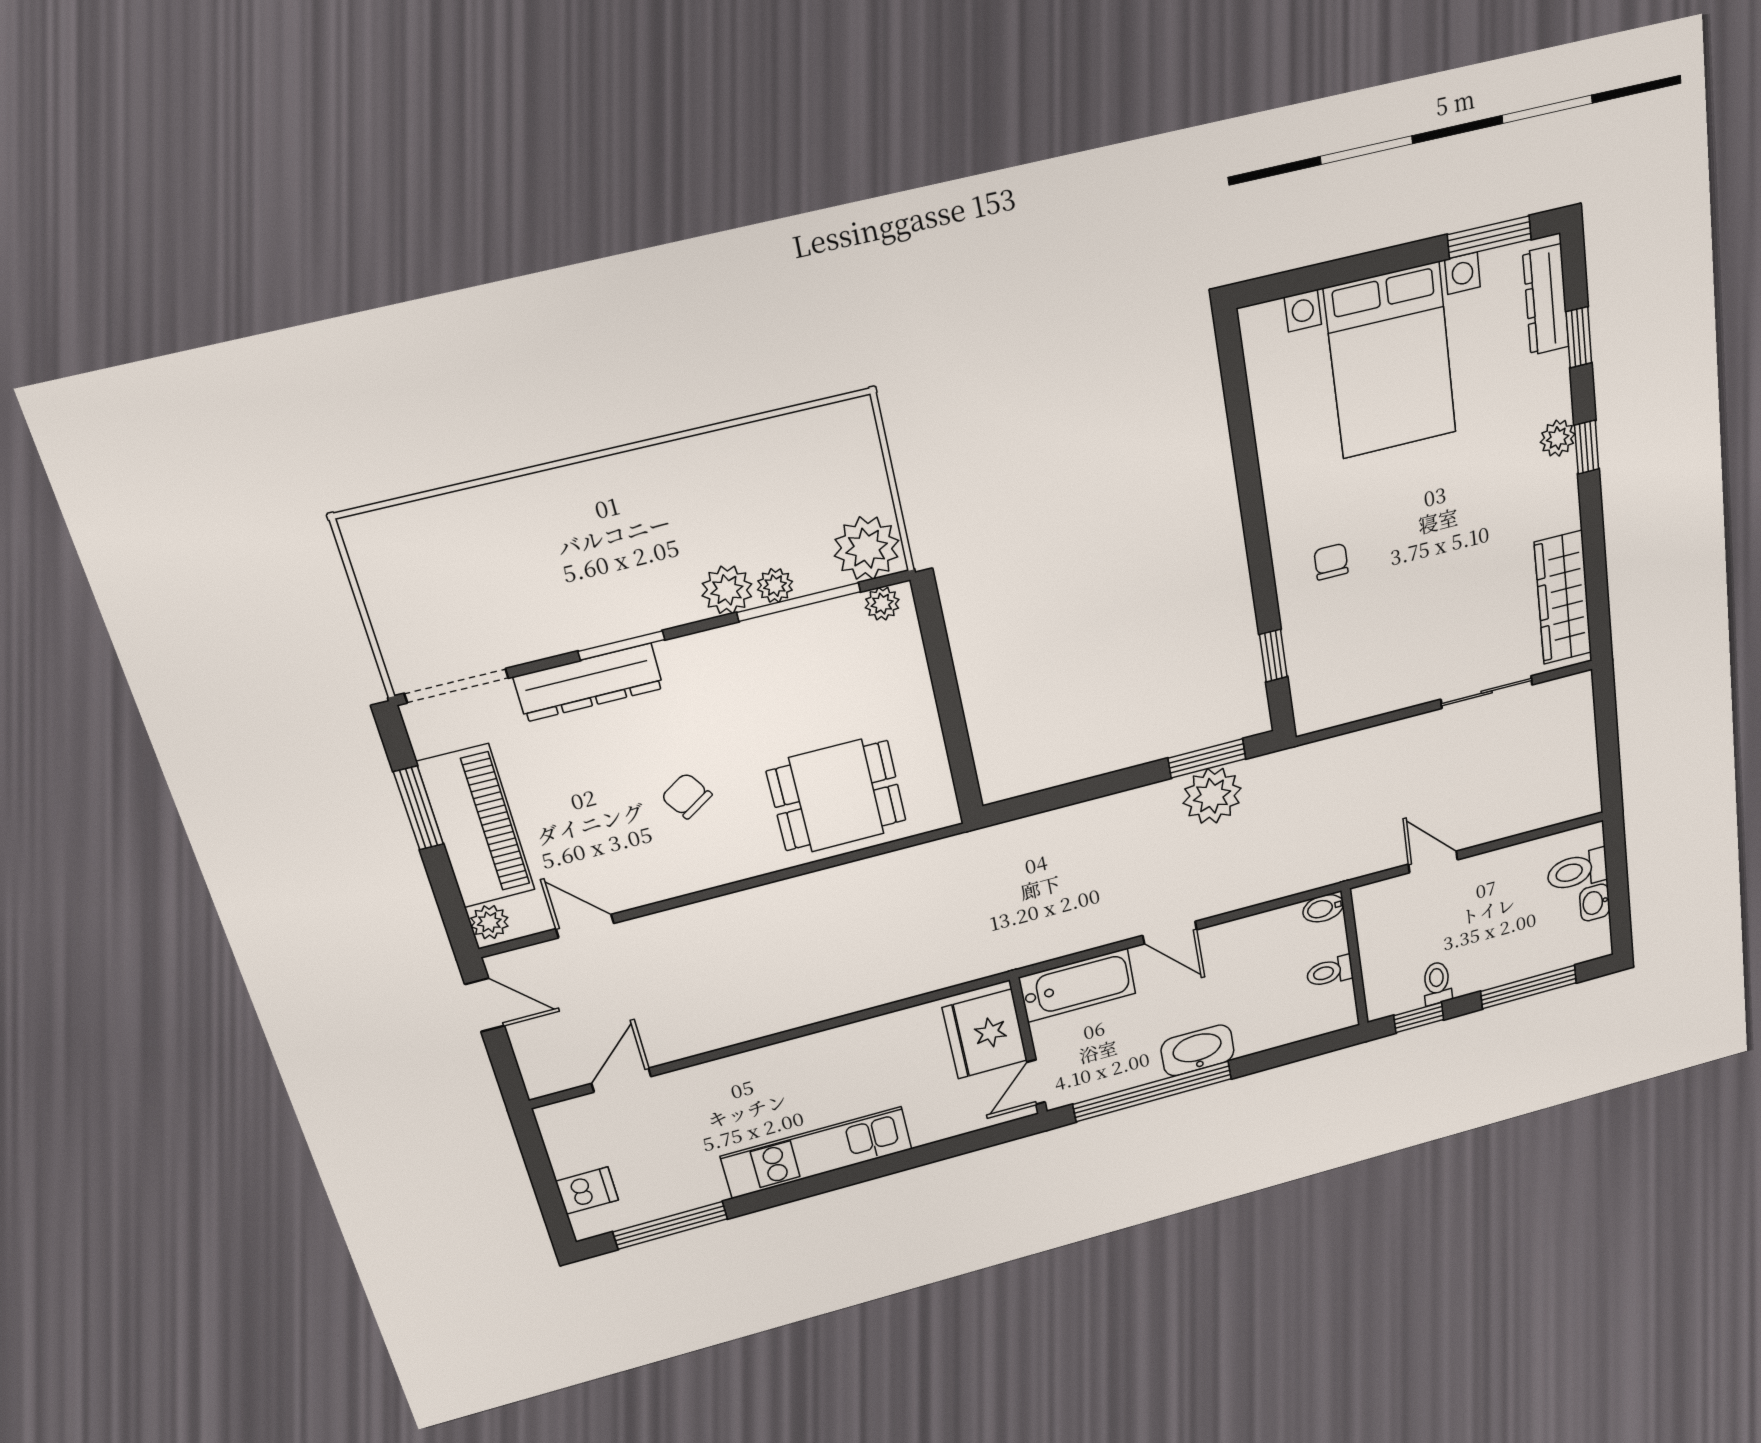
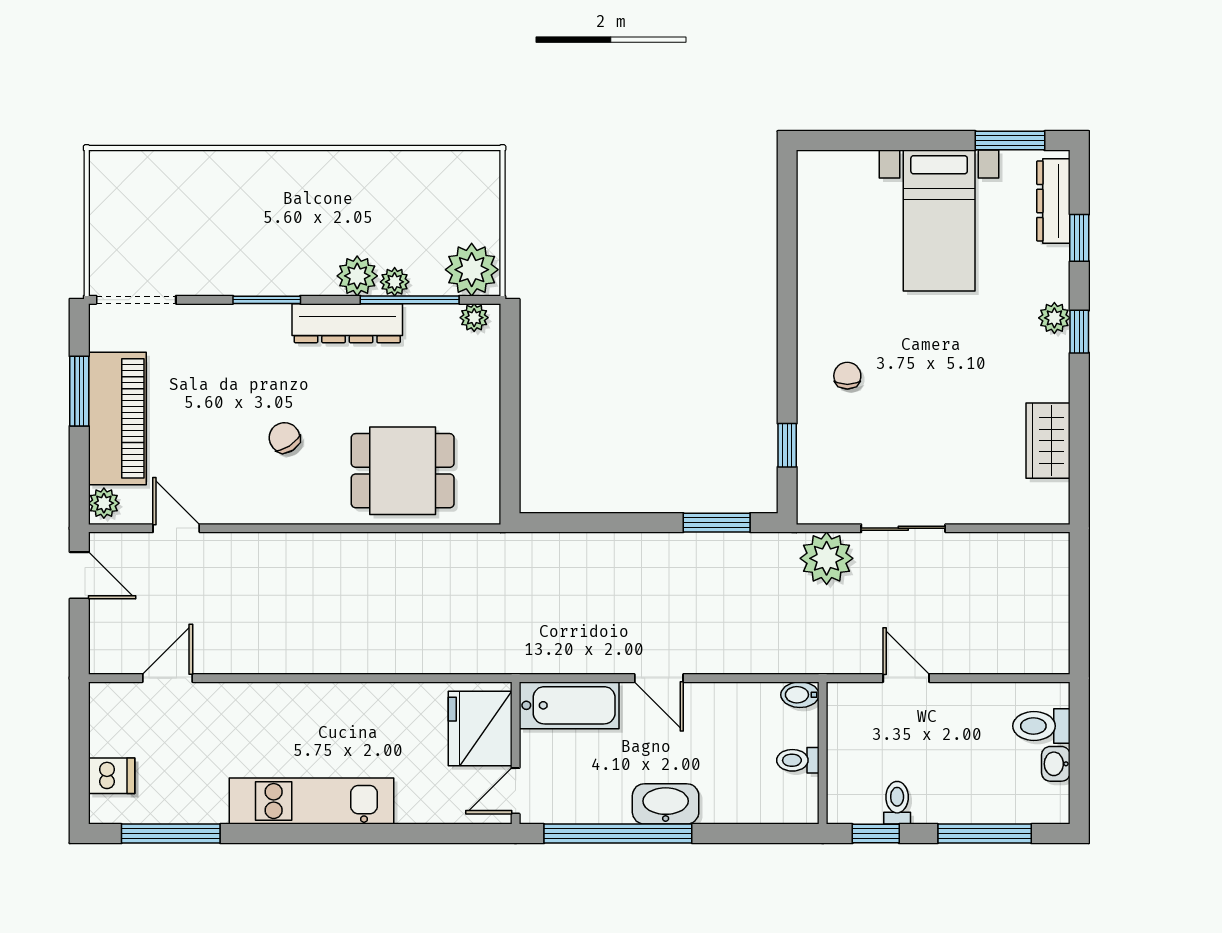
bed with nightstands: (1391, 361) -> (939, 221), width x0.73
wardrobe: (1563, 598) -> (1048, 441), width x0.67
dresser: (589, 683) -> (347, 323), moved
sliding door: (1487, 692) -> (903, 528), moved
plant: (1212, 796) -> (827, 558), moved

